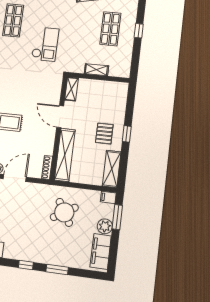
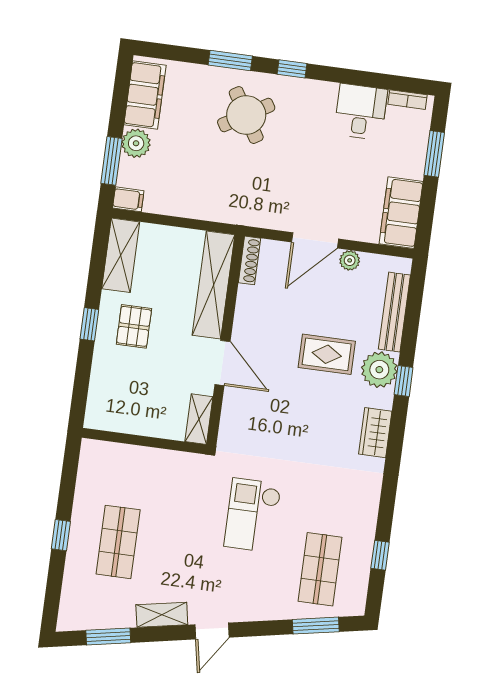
shelving: (96, 70) -> (148, 457), removed
round table: (64, 212) -> (246, 115), moved

